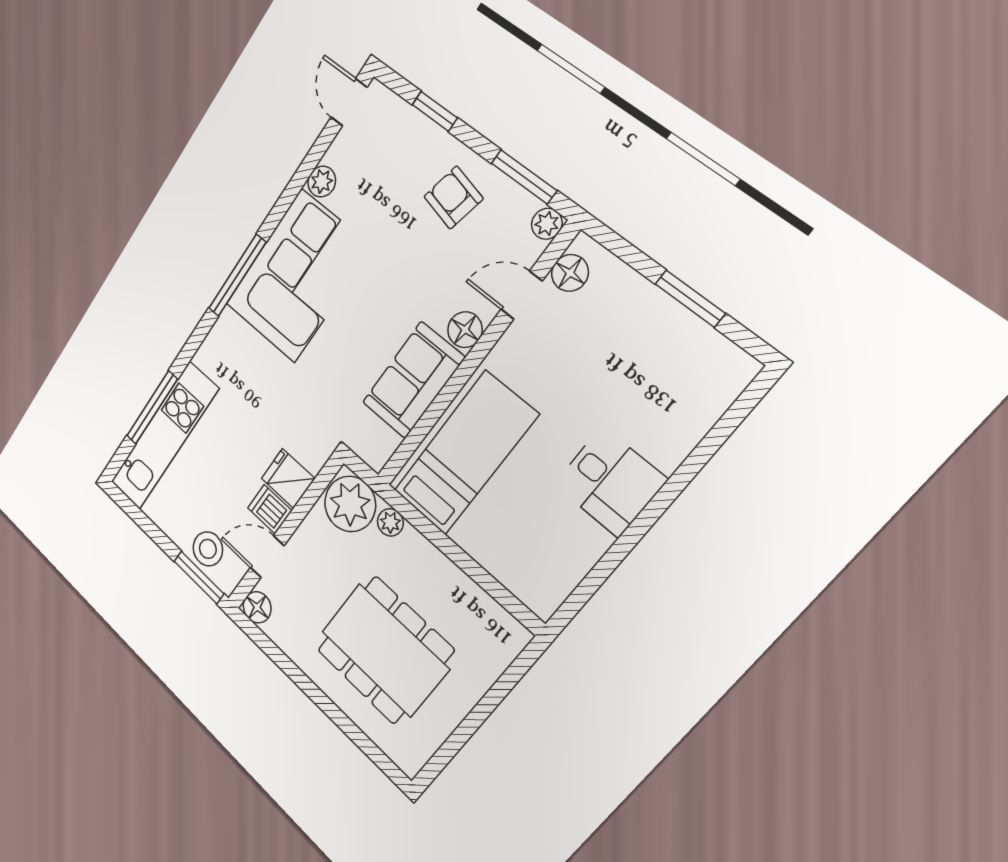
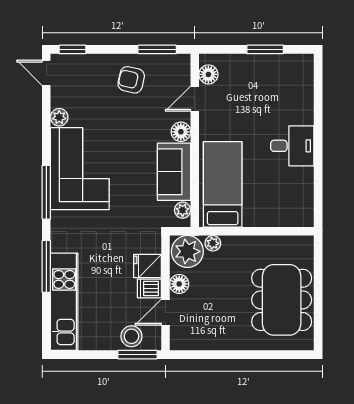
window: (435, 111) -> (73, 49), moved
plant: (547, 224) -> (183, 210), moved
window: (152, 408) -> (46, 266), moved
floor lamp: (257, 607) -> (179, 284), moved
dining table: (385, 650) -> (282, 300), moved, turned 90

